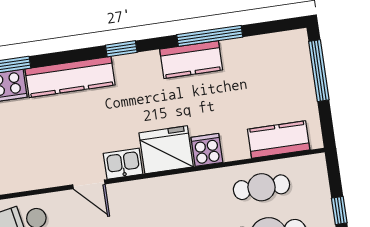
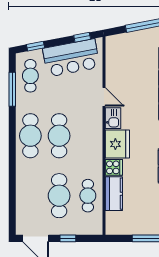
kitchen counter: (279, 139) -> (114, 194), moved
door: (89, 184) -> (104, 97), swing flipped

